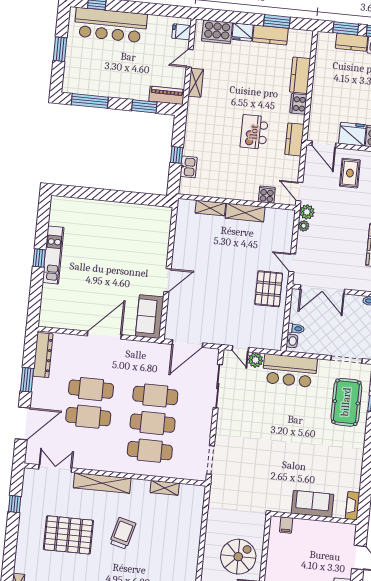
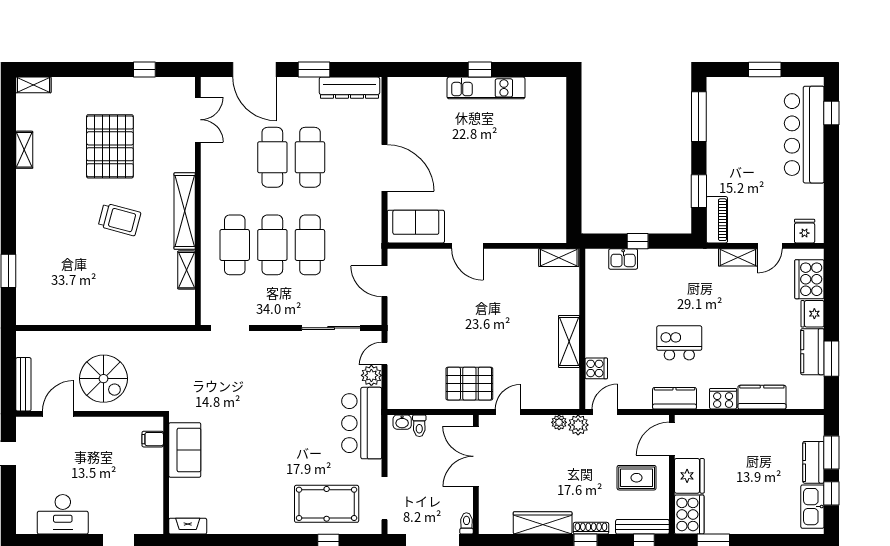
door: (190, 58) -> (770, 246), swing flipped
shelving: (210, 208) -> (559, 258), moved, turned 90
door: (187, 344) -> (384, 281), width x0.73
shelving: (102, 483) -> (185, 211), moved
sofa: (313, 504) -> (185, 450), moved

